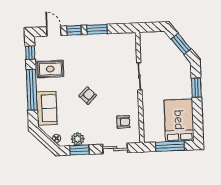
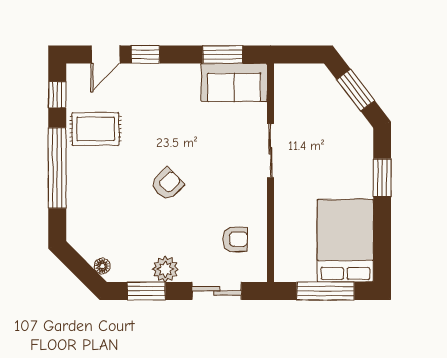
window: (97, 29) -> (223, 54), moved
door: (54, 31) -> (105, 54), swing flipped
sofa: (47, 108) -> (234, 82), moved, turned 90
plant: (78, 139) -> (165, 269), moved

